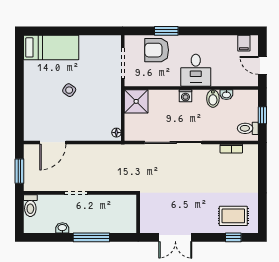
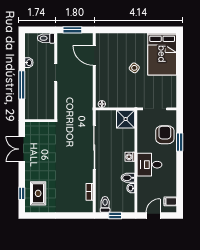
bed: (51, 47) -> (162, 54), width x1.50

